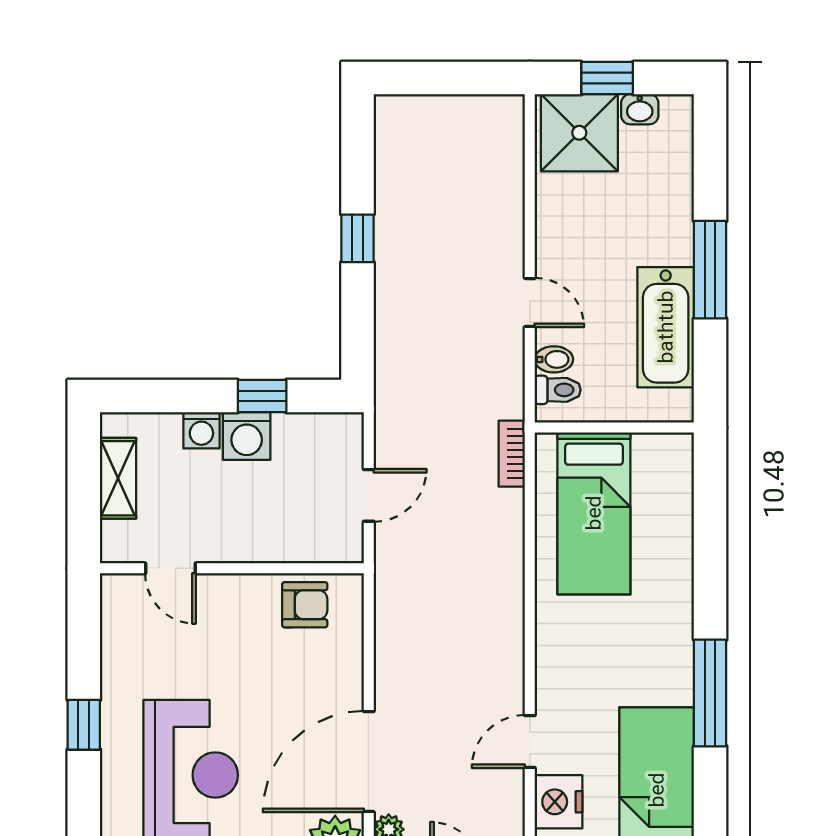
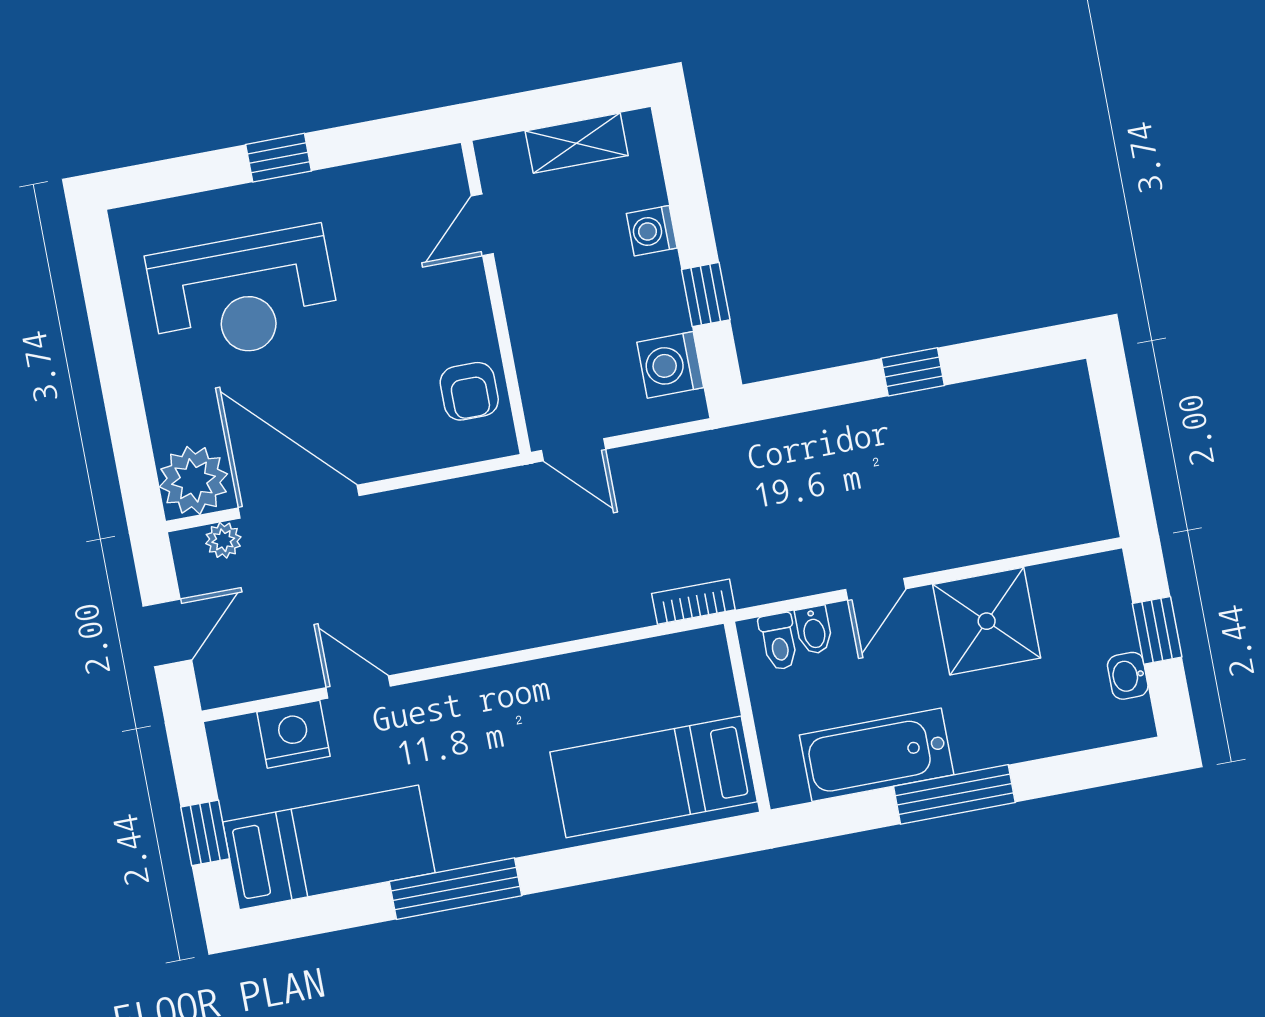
shower: (579, 133) -> (987, 621), moved
washing machine: (247, 436) -> (670, 365), moved
door: (369, 495) -> (573, 450), moved
bed: (594, 513) -> (654, 777), moved

